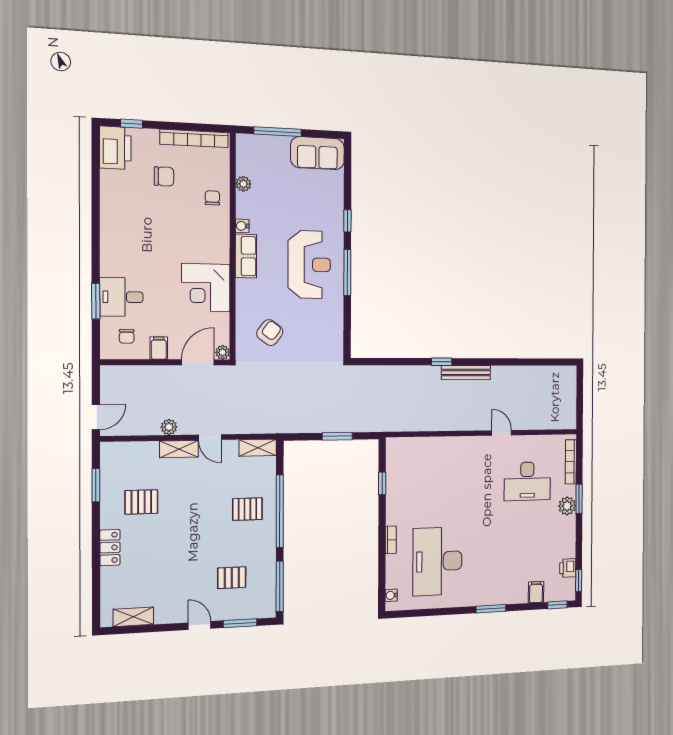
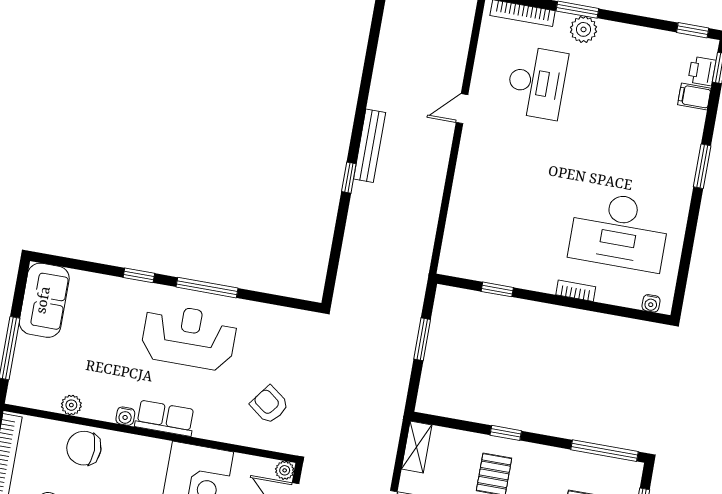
chair: (212, 198) -> (84, 448), width x1.87, depth x1.87
window: (280, 511) -> (506, 433), width x0.32
printer: (568, 568) -> (702, 71), moved, turned 90

